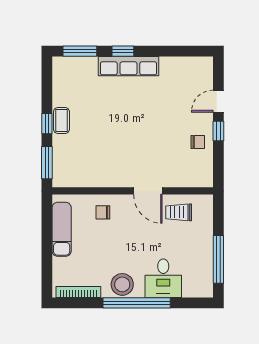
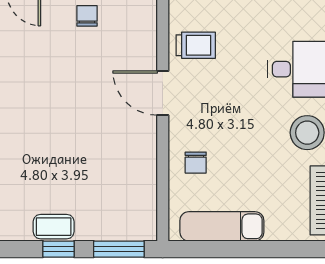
door: (148, 191) -> (163, 93), swing flipped
trolley: (179, 212) -> (196, 45), turned -90

